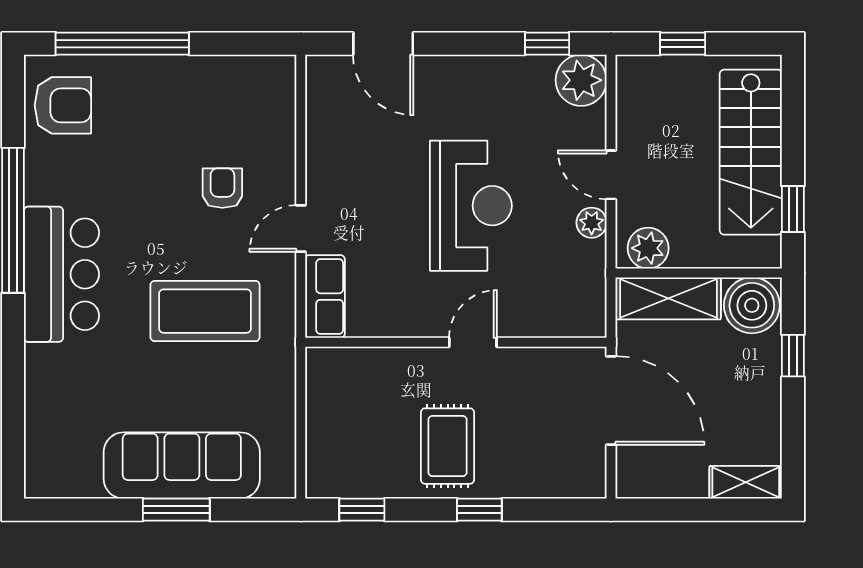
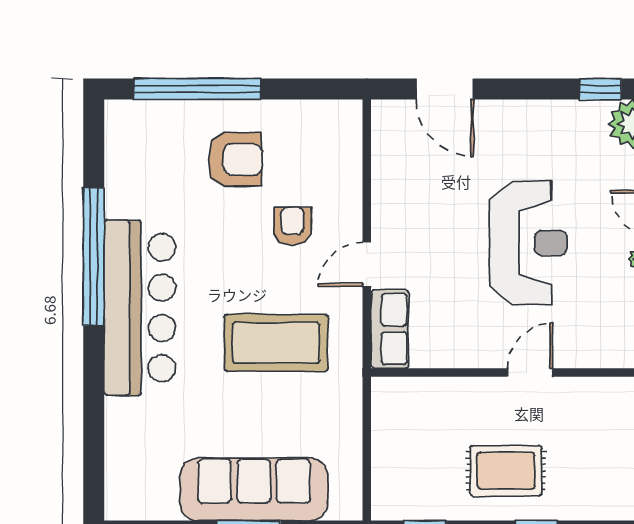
armchair: (63, 105) -> (235, 159), moved
bar counter: (62, 274) -> (140, 308), width x1.36
rug: (448, 446) -> (506, 471), turned 90

